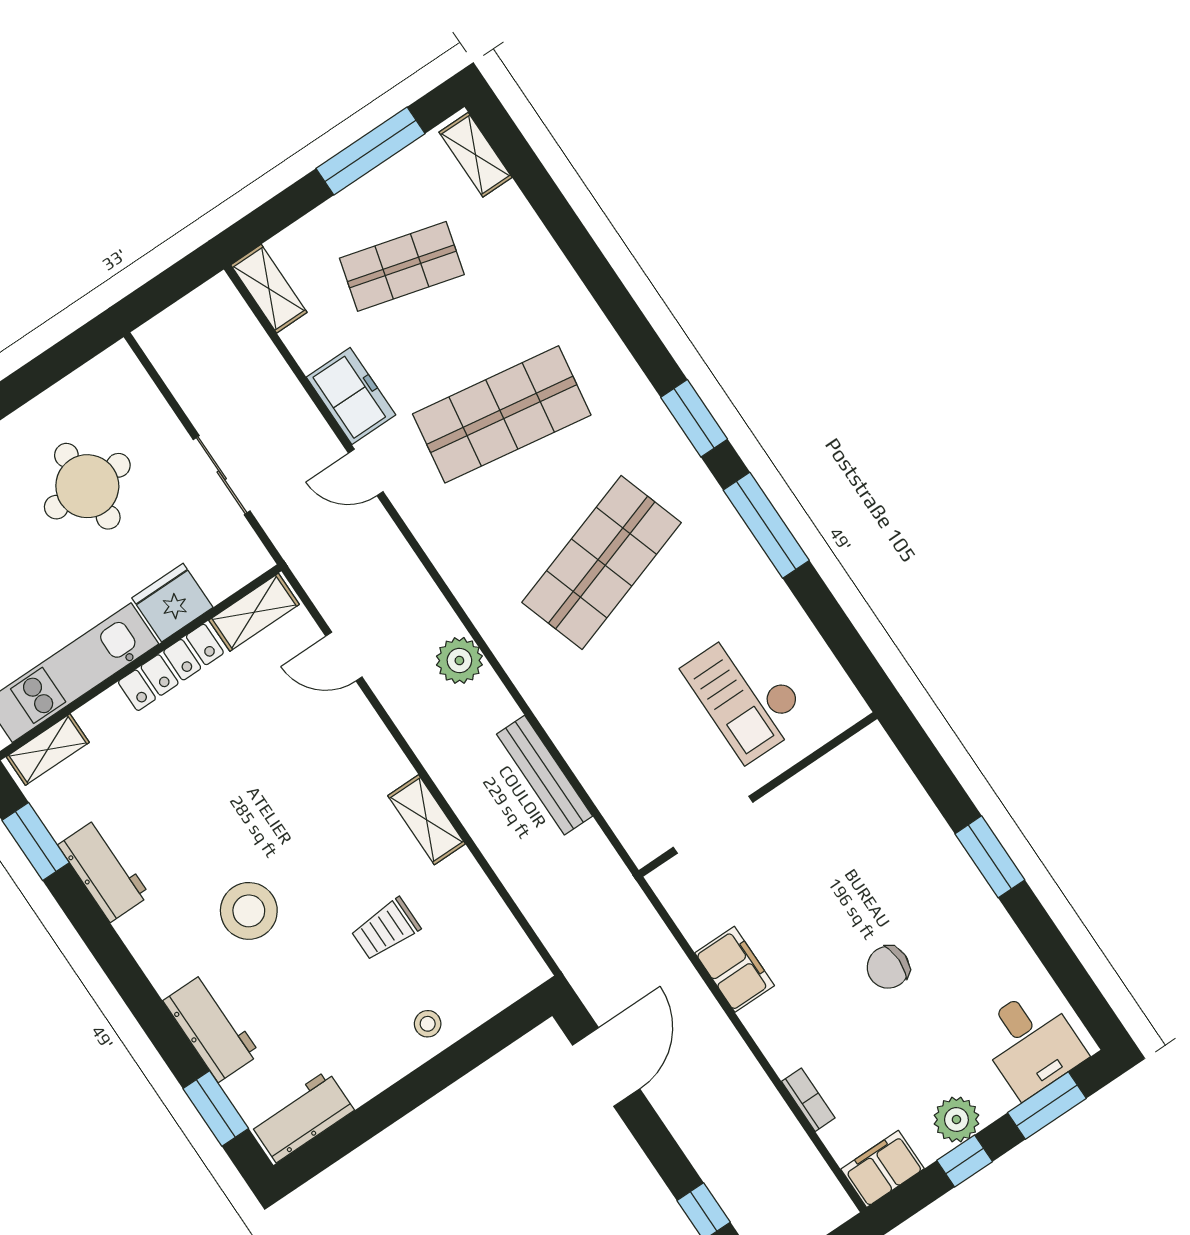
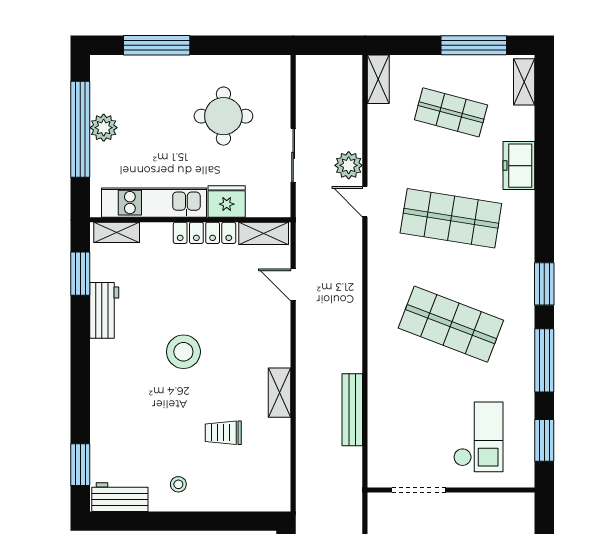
freezer: (351, 396) -> (519, 166), moved, turned 180
shop shelf: (602, 562) -> (451, 324), turned 39
window: (842, 637) -> (544, 440), added
plant: (459, 660) -> (349, 165), moved
checkout: (746, 694) -> (478, 437), turned 180
stool: (249, 911) -> (183, 352), moved
stool: (428, 1024) -> (178, 484), moved
workbench: (212, 1027) -> (105, 423), removed

